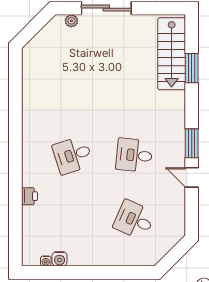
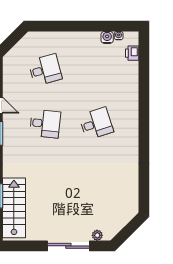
printer: (29, 196) -> (132, 53), moved
desk: (134, 220) -> (45, 70), turned -39

